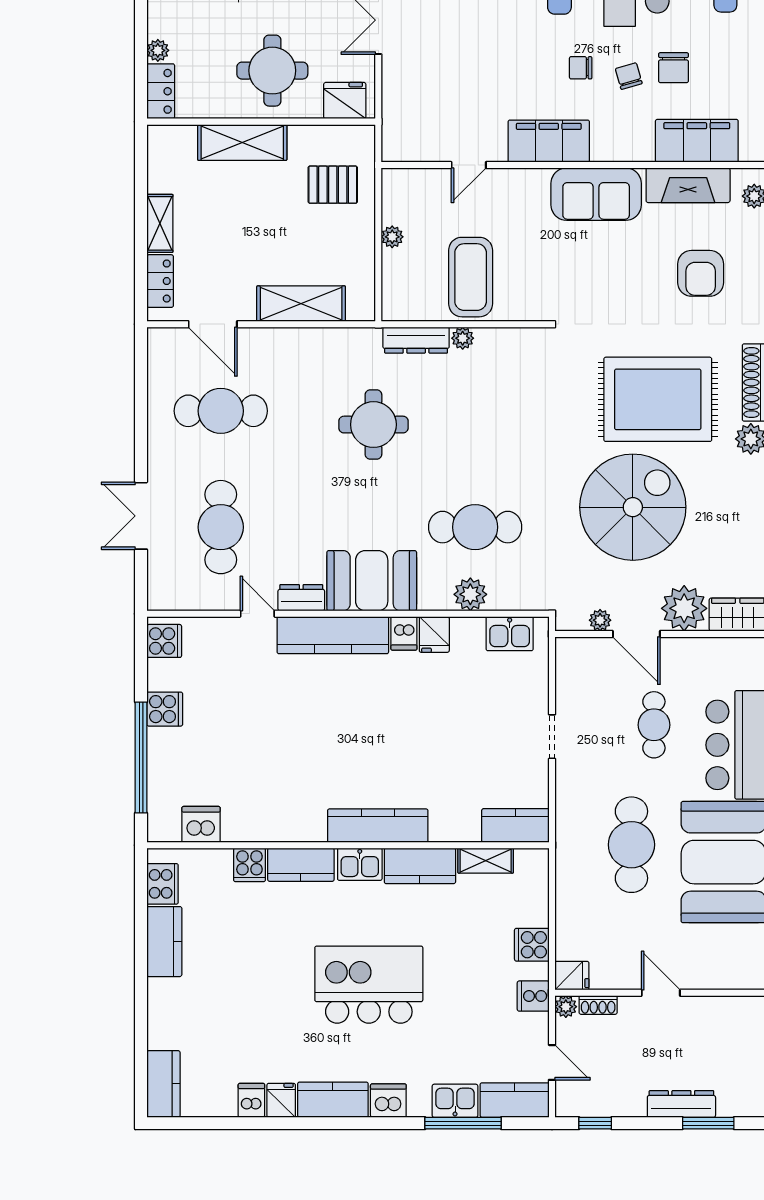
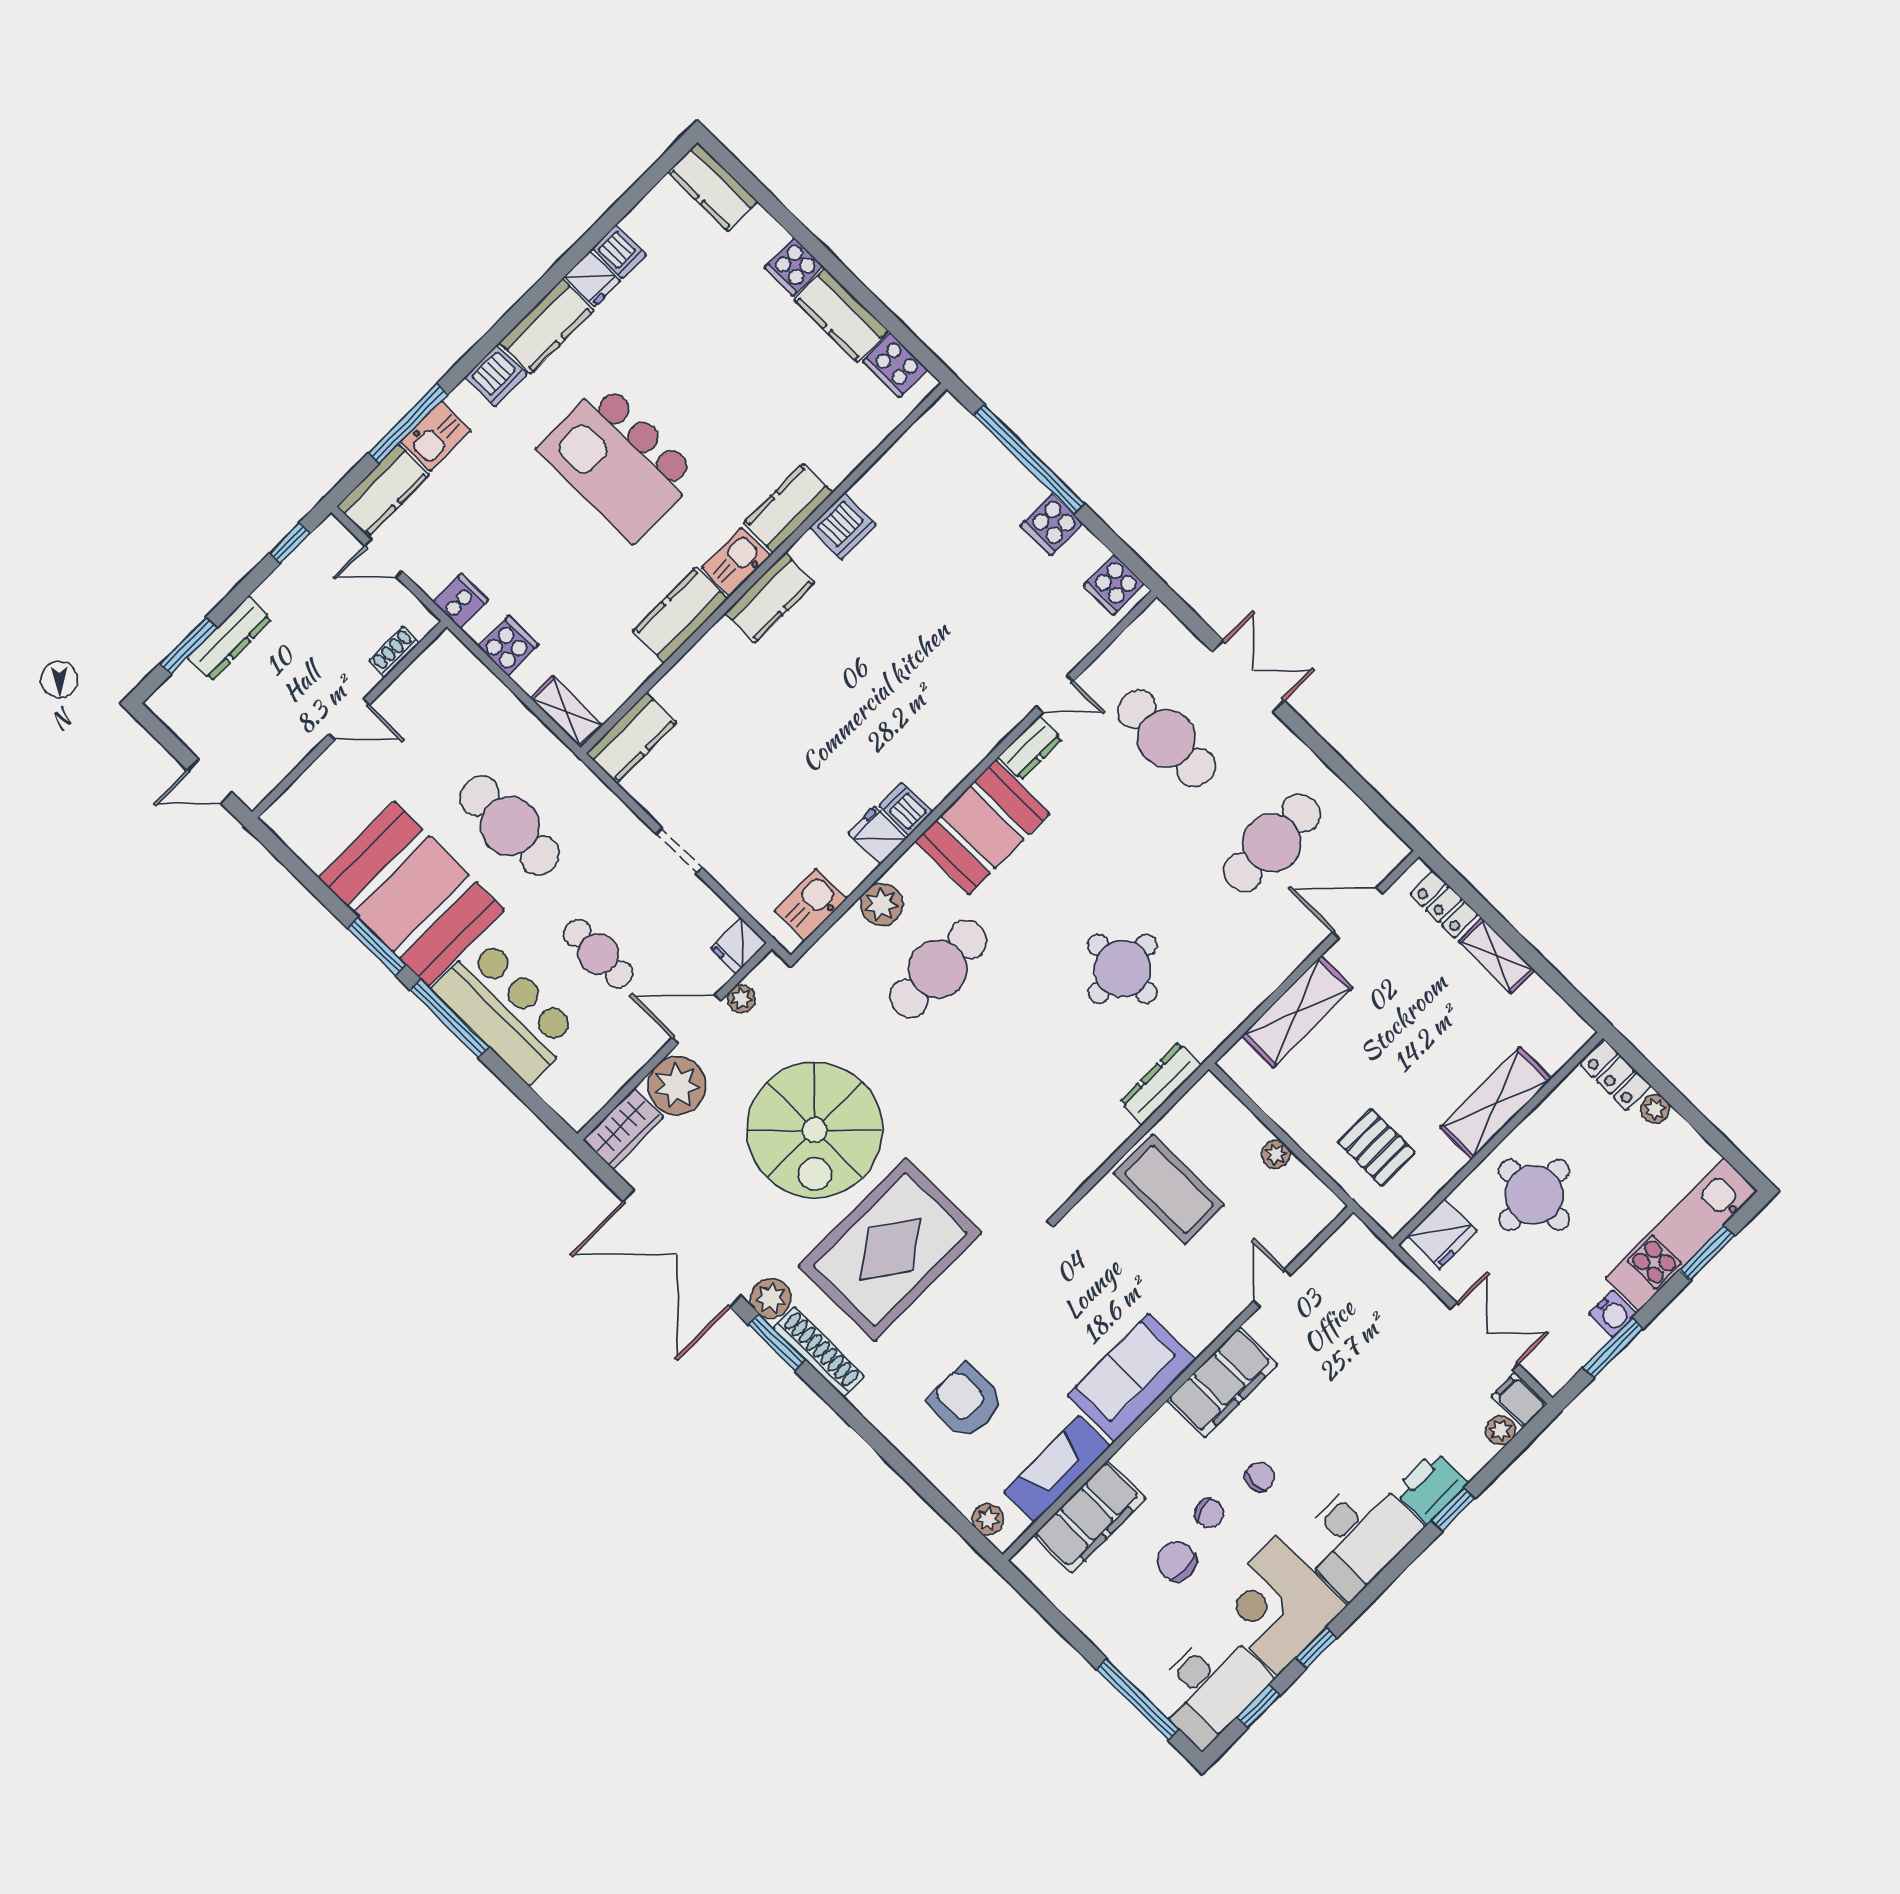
pallet: (333, 185) -> (1376, 1147), turned 90
plant: (463, 338) -> (1121, 1127), removed
kitchen counter: (333, 635) -> (968, 743), removed
dishwasher: (201, 824) -> (843, 526), moved
kitchen counter: (378, 826) -> (770, 598), width x0.67
shelving: (486, 861) -> (567, 712), moved, turned 90
cooker: (249, 865) -> (794, 267), moved, turned -90
fridge: (572, 976) -> (739, 946), moved
kitchen island: (369, 985) -> (619, 462), turned 90
plant: (566, 1007) -> (422, 621), removed

